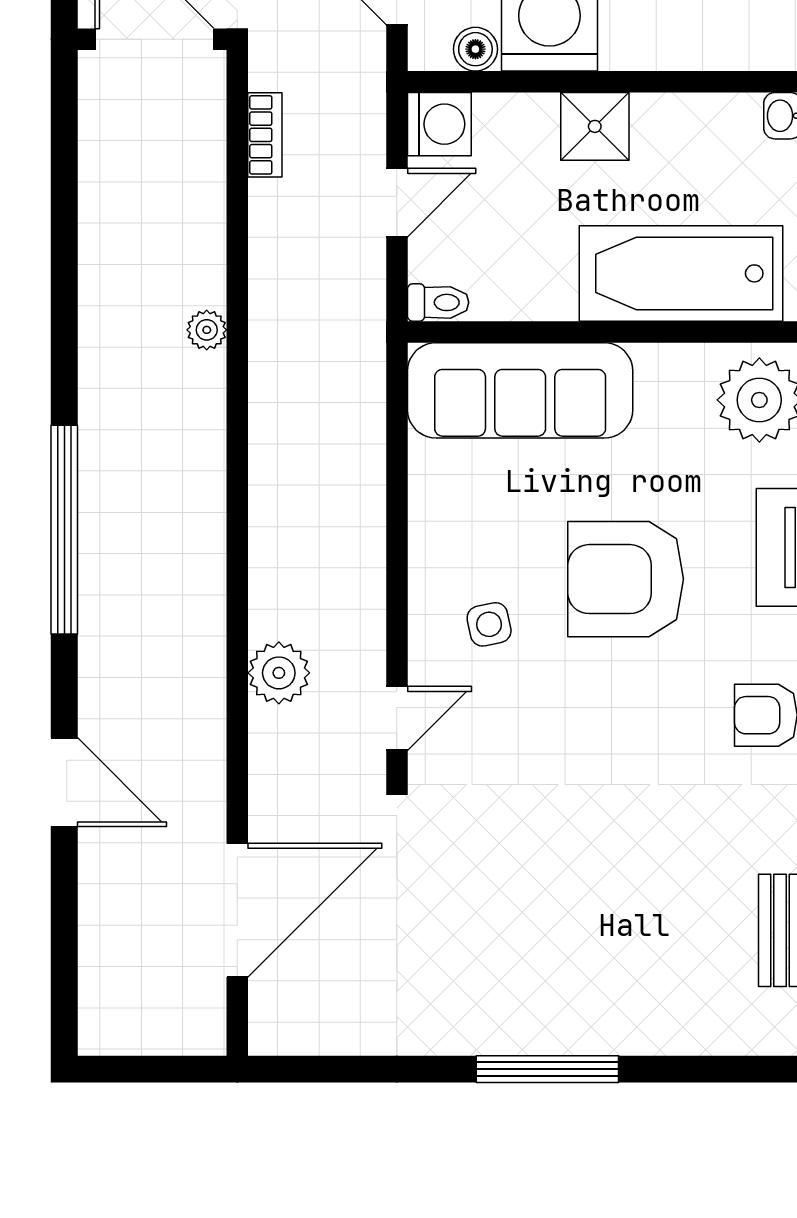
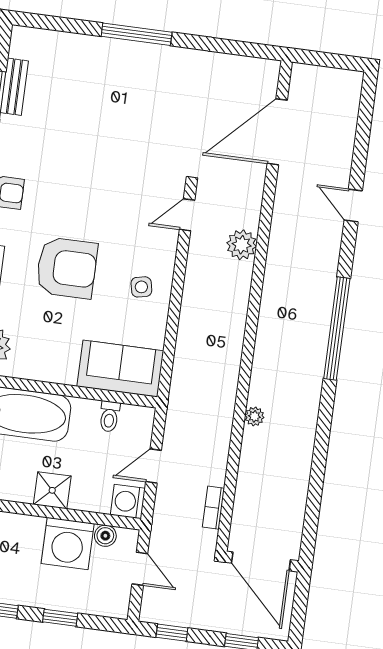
toilet: (438, 302) -> (109, 417), moved, turned -90
sofa: (520, 390) -> (120, 369), width x0.73
side table: (489, 624) -> (141, 287), moved
door: (64, 782) -> (353, 205), width x0.73

